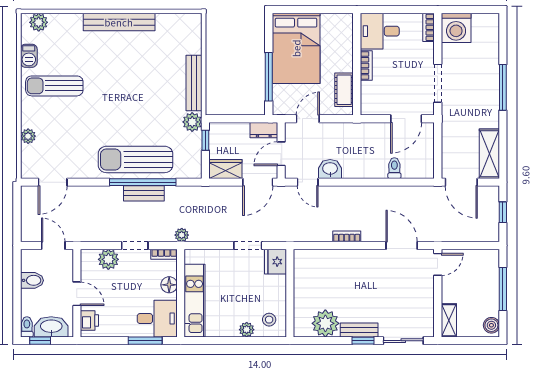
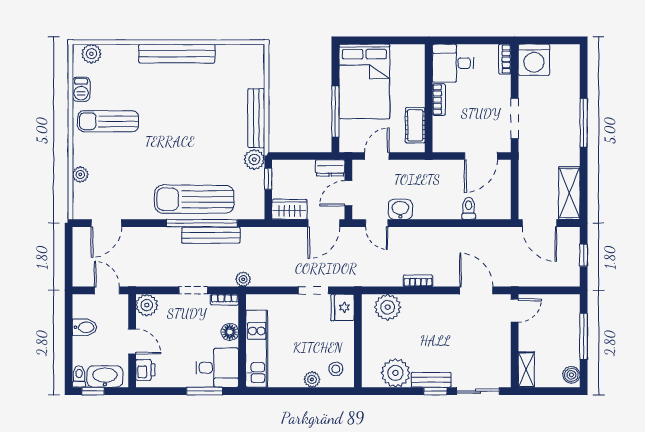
bench: (144, 193) -> (211, 235), width x1.36
plant: (108, 259) -> (147, 305), moved
plant: (318, 261) -> (388, 307), added

